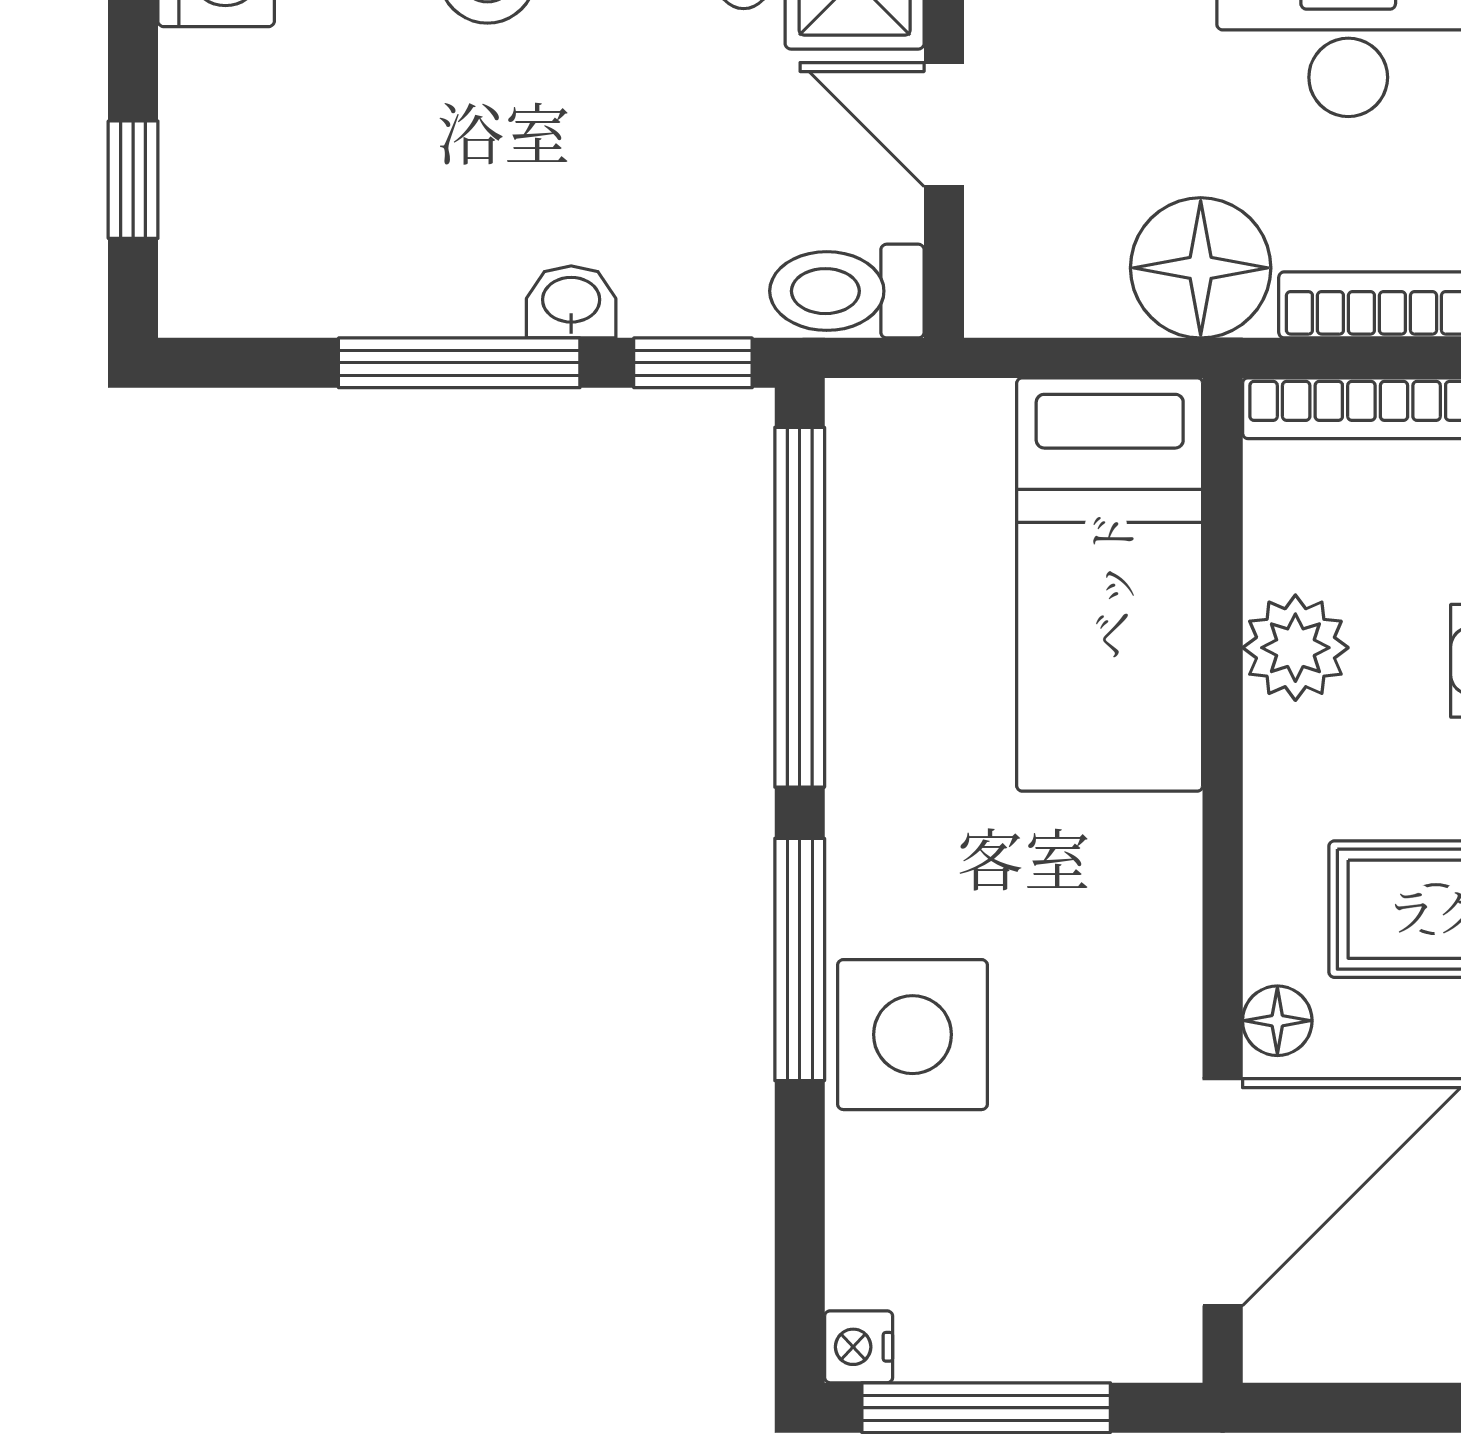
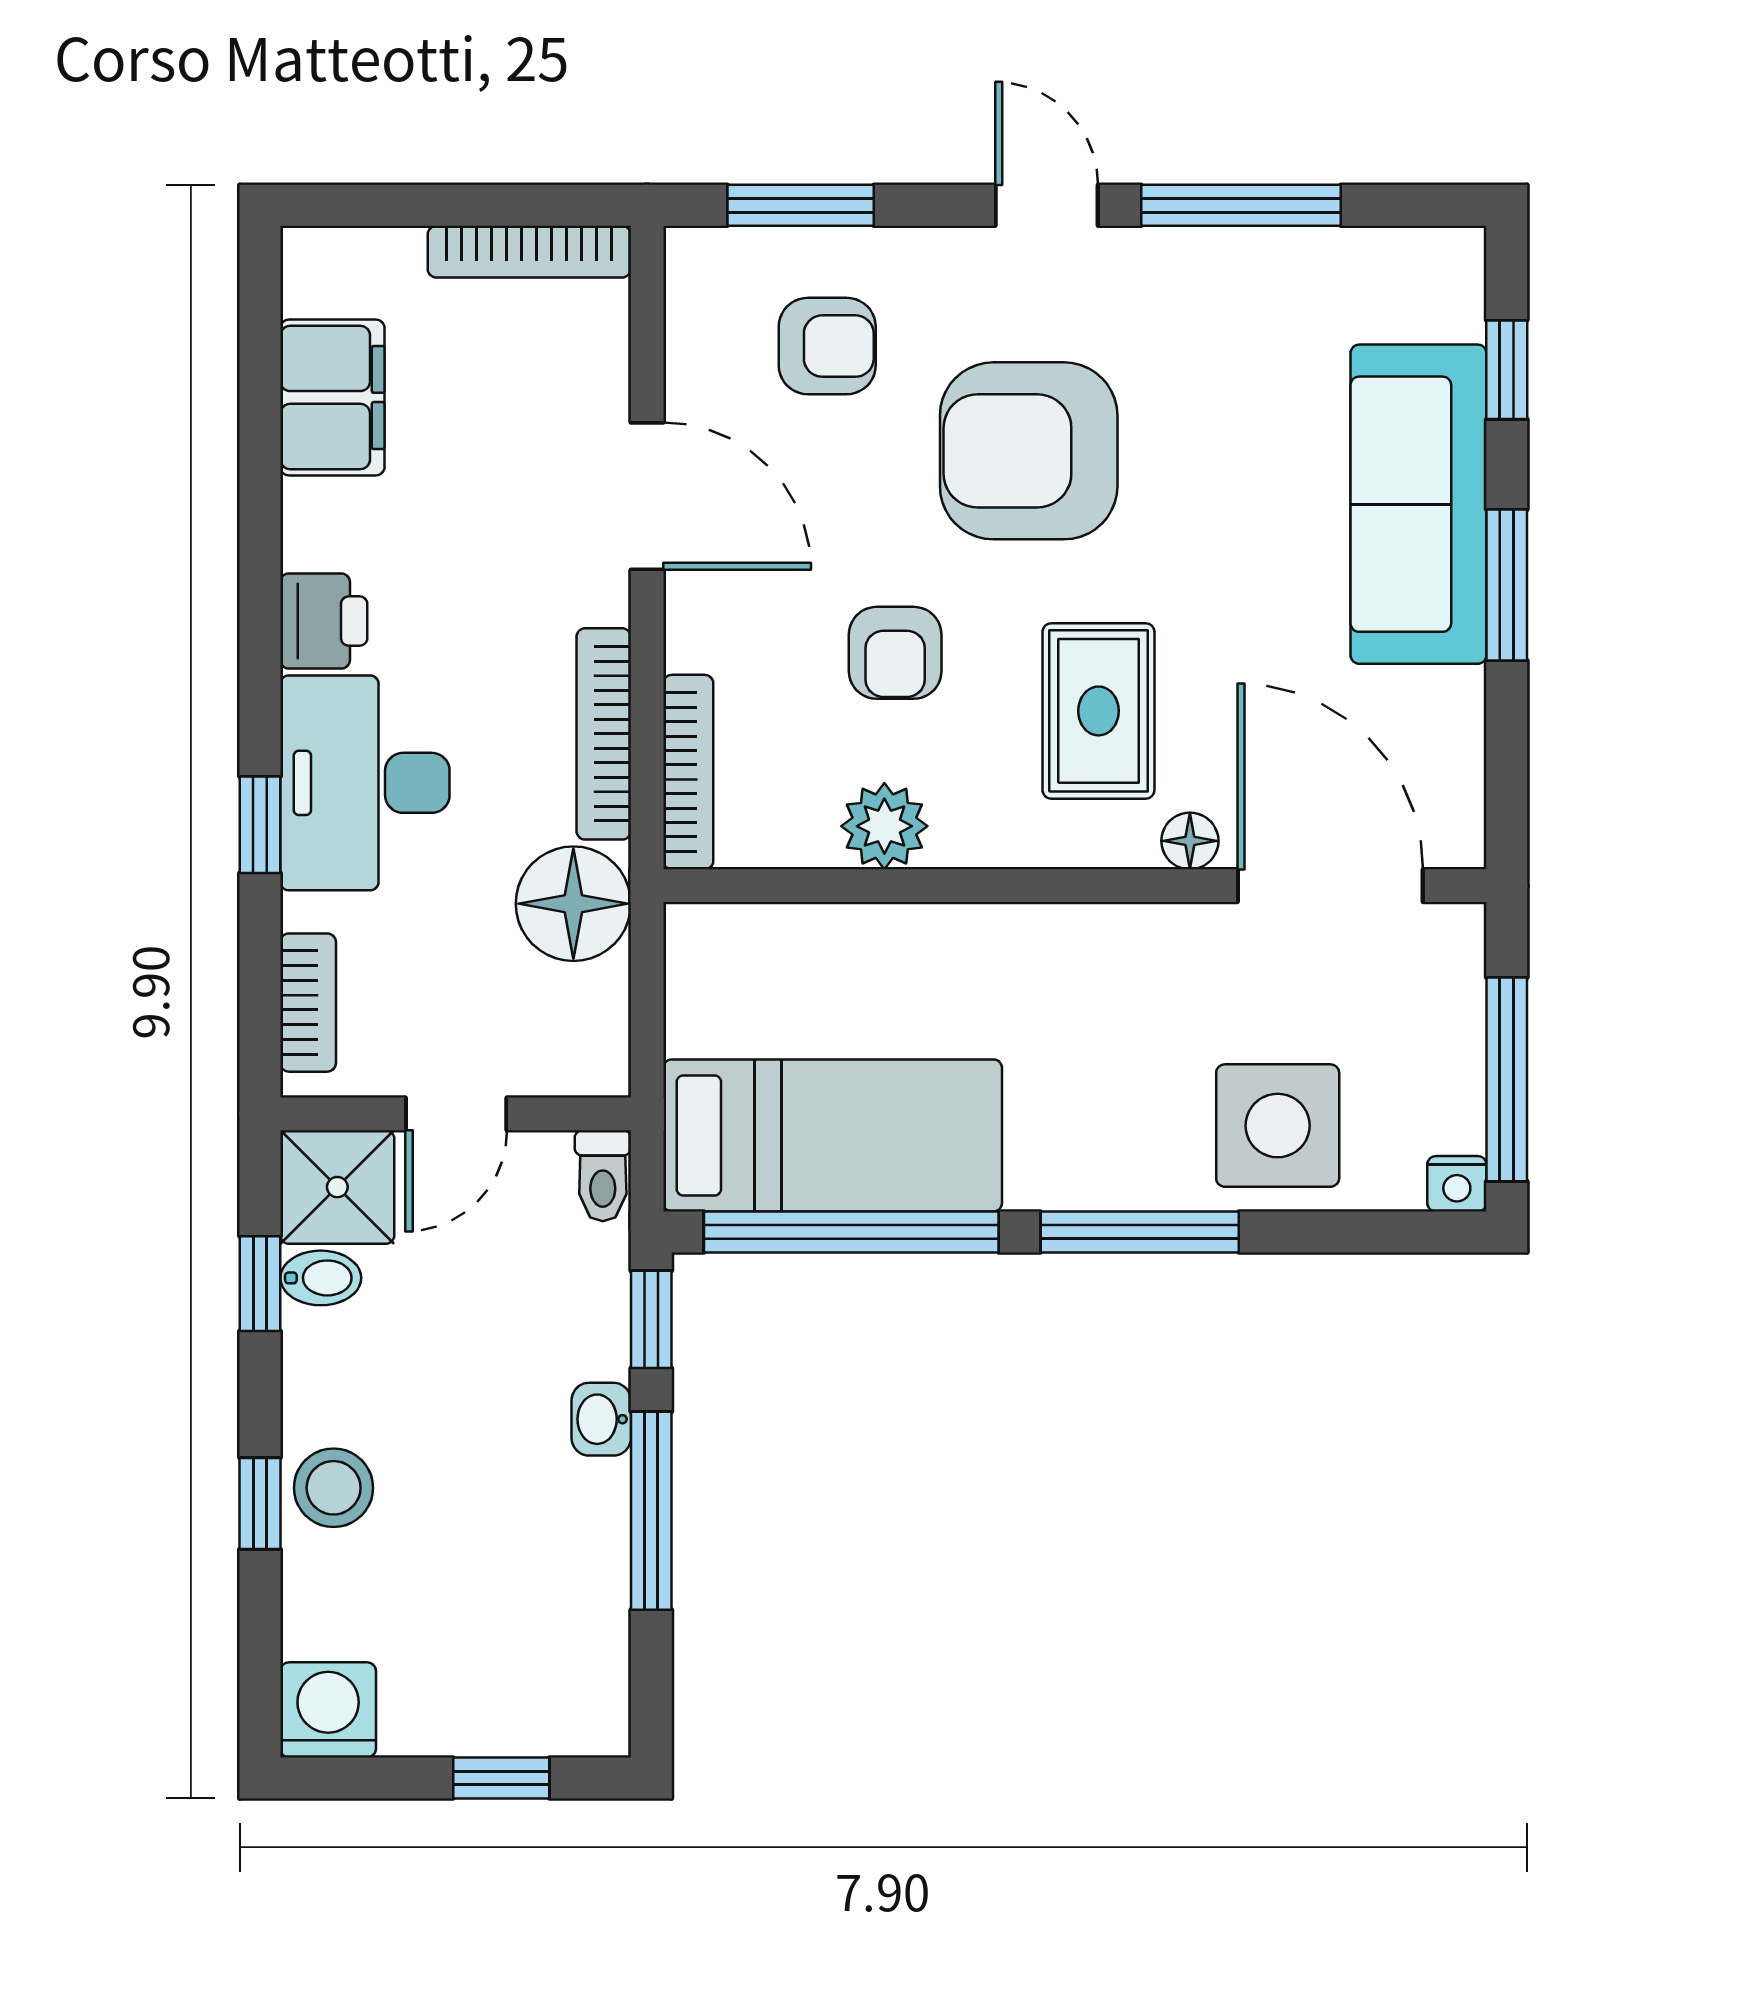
toilet: (847, 291) -> (603, 1176), width x0.73, depth x0.72
bed: (1110, 585) -> (833, 1135), moved
side table: (912, 1035) -> (1278, 1126), moved

